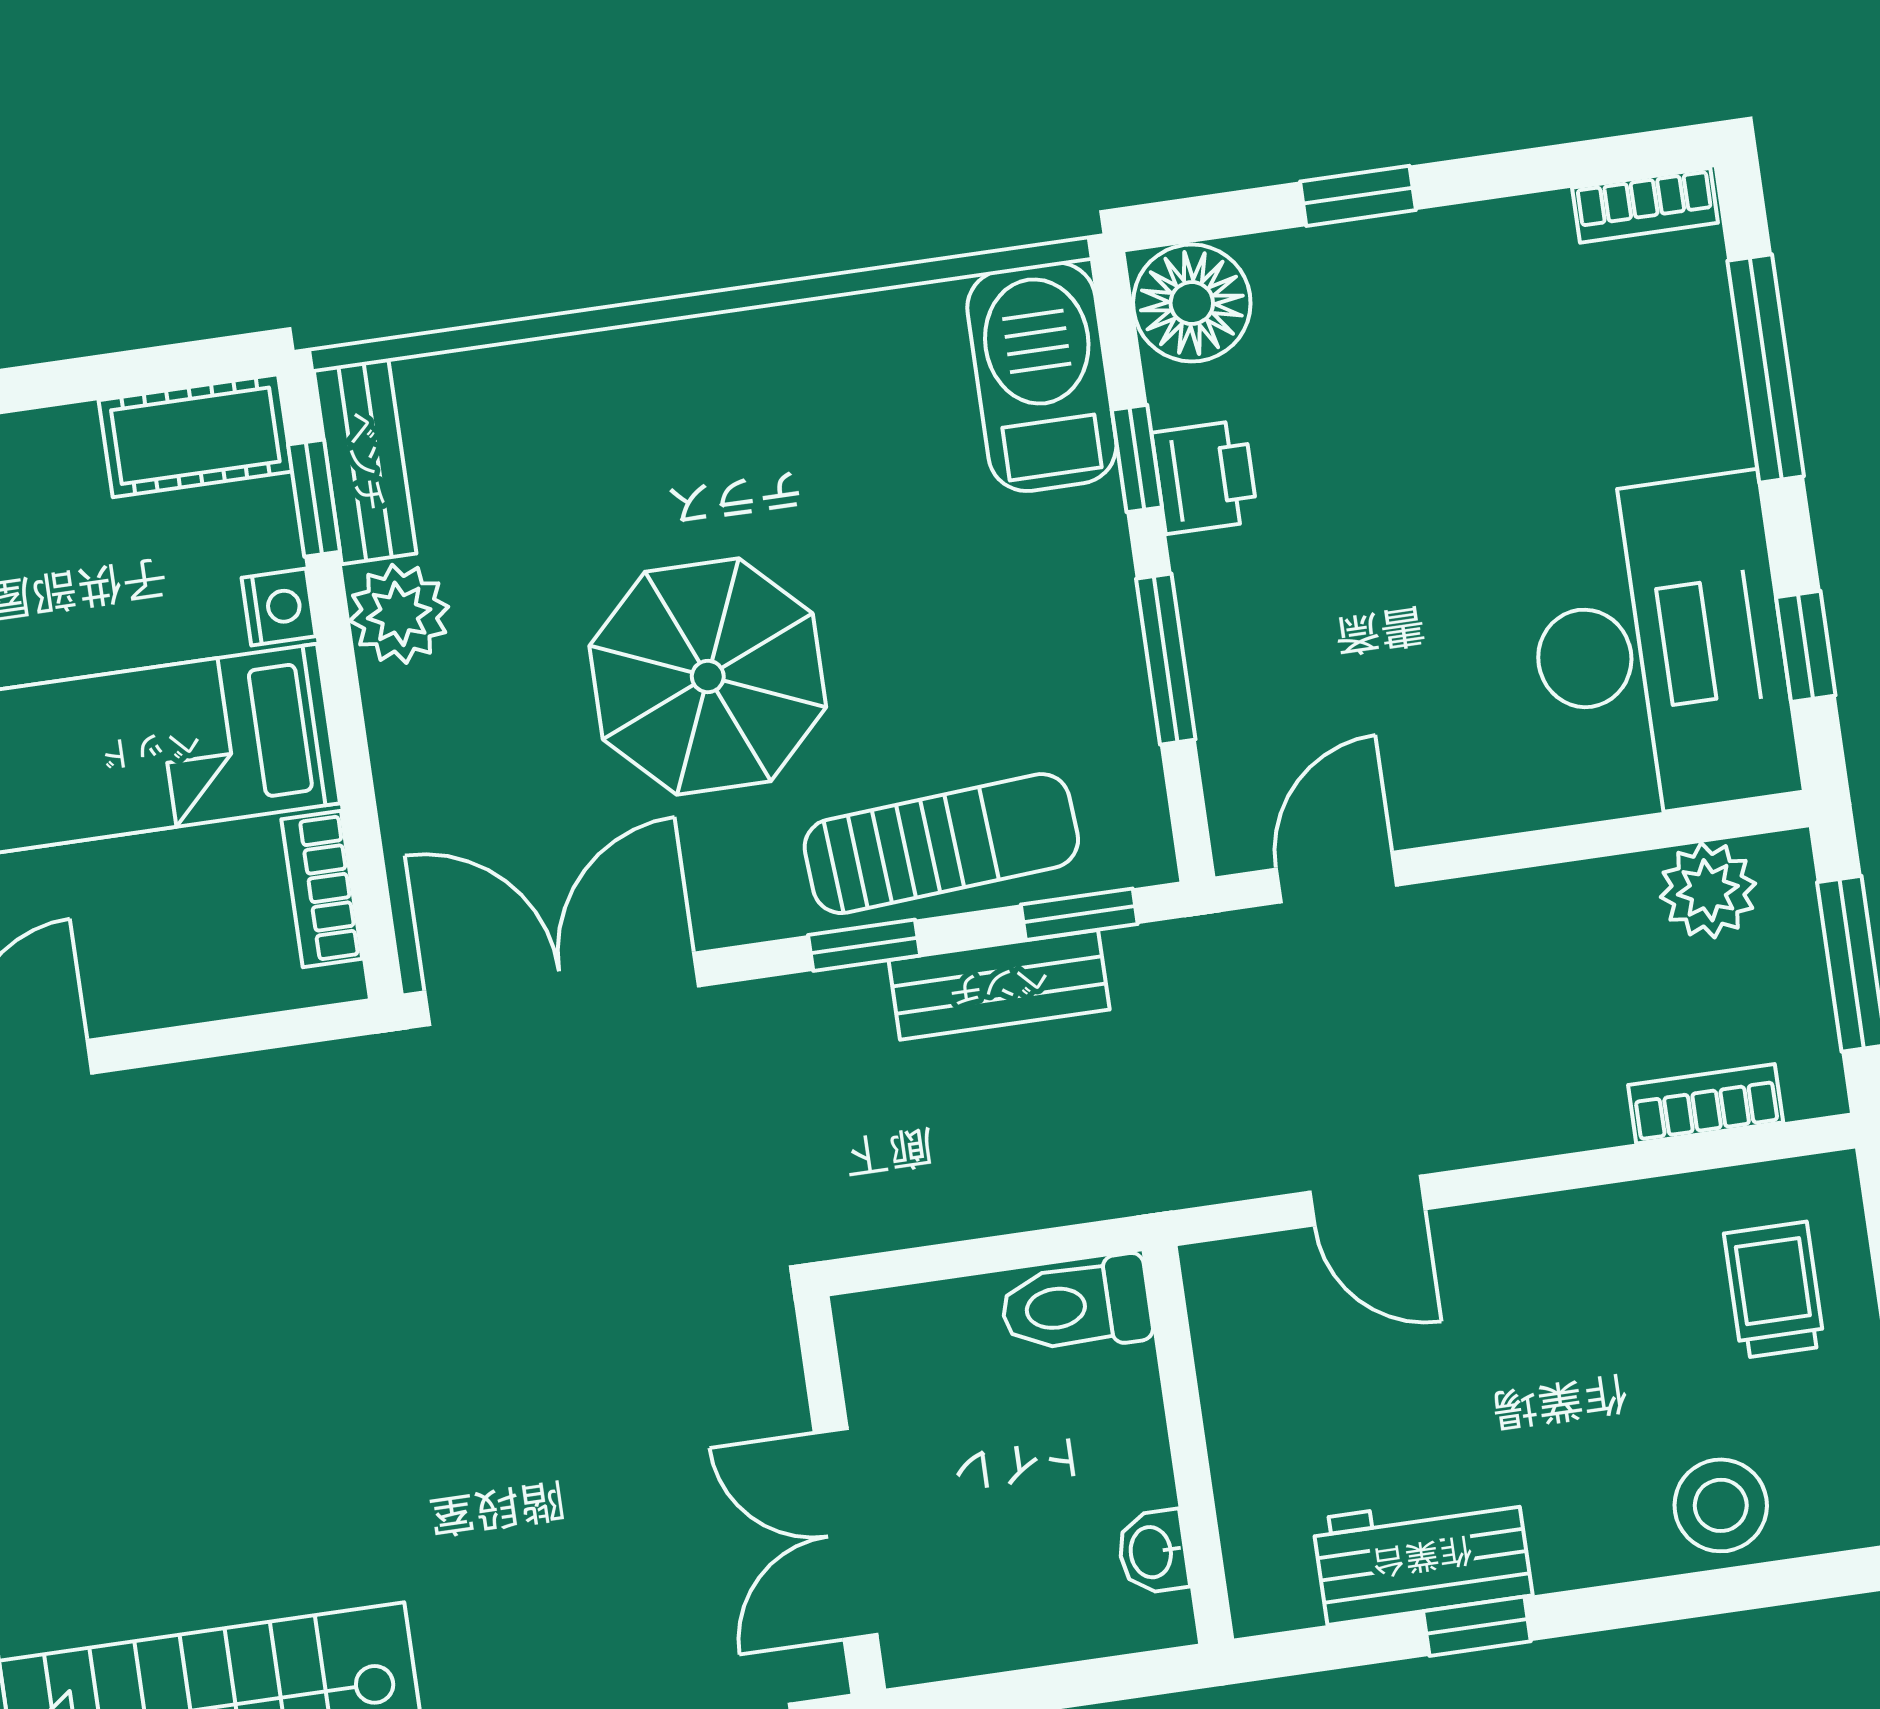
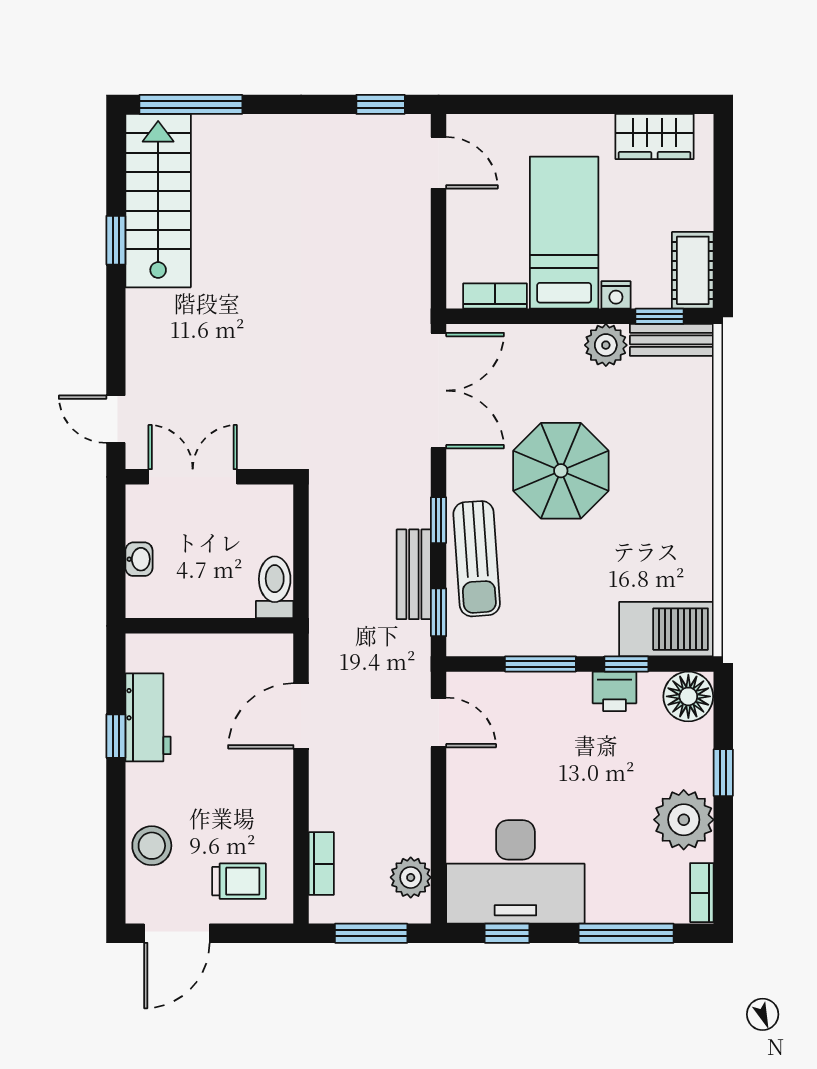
plant: (1481, 272) -> (684, 820), added
door: (1367, 1200) -> (301, 716), width x1.38
washbasin: (1153, 1552) -> (139, 559), moved, turned 90

